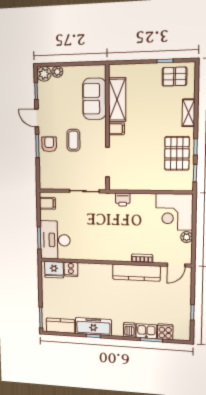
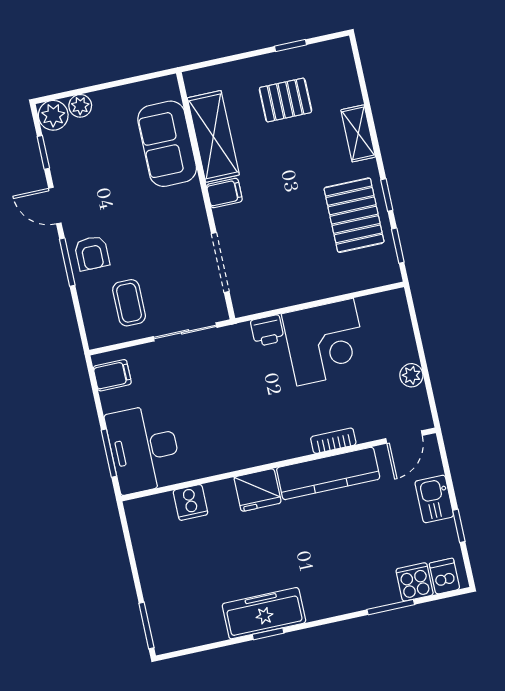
pallet: (174, 77) -> (285, 100), moved
coffee table: (73, 140) -> (129, 303), moved
armchair: (49, 144) -> (92, 253), turned 180
corner desk: (174, 212) -> (325, 342), moved, turned -90
fridge: (54, 270) -> (258, 490), moved
kitchen counter: (61, 326) -> (193, 631), removed
dishwasher: (129, 330) -> (444, 576), moved
kitchen sink: (146, 331) -> (434, 499), moved, turned -90

